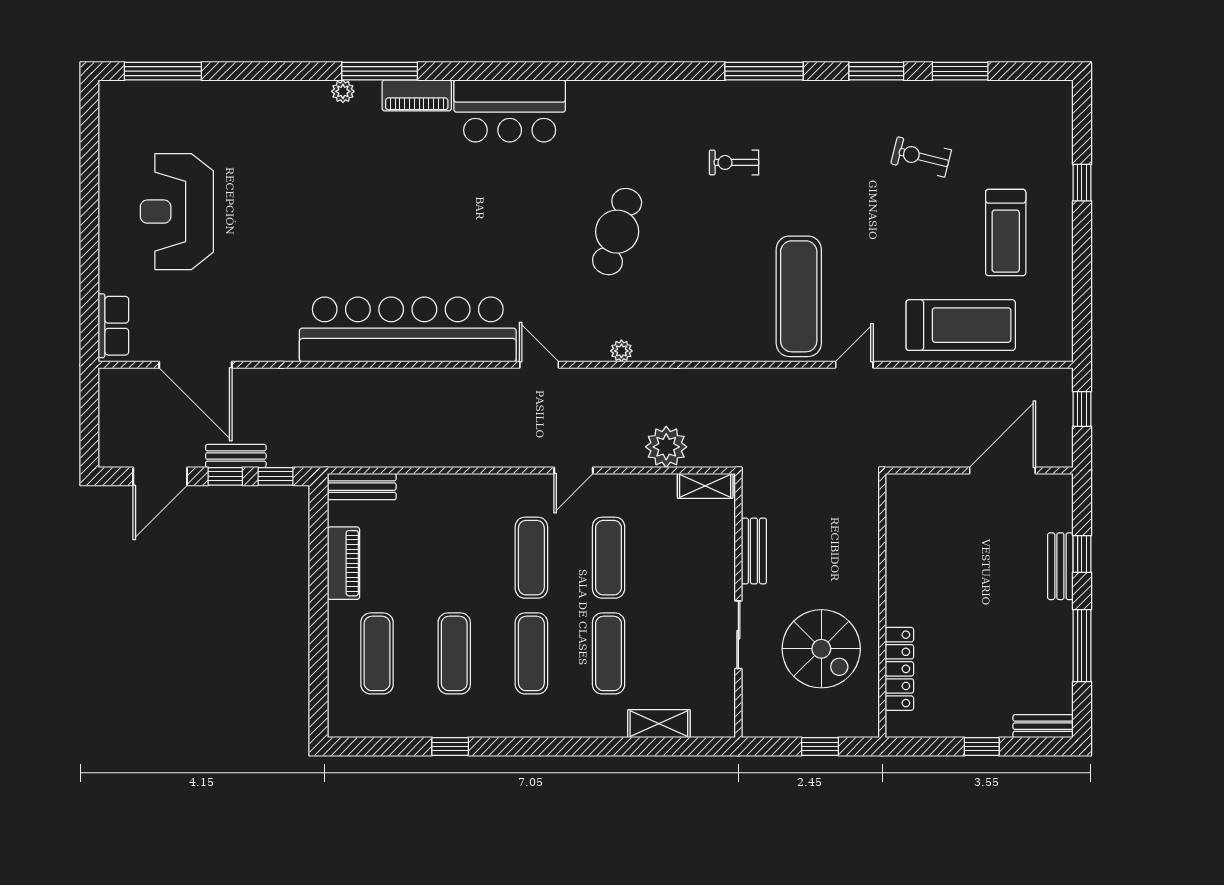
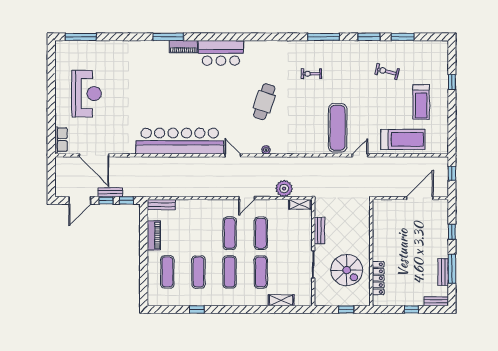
plant: (343, 91) -> (154, 45), removed
reception desk: (177, 212) -> (87, 94), turned 180
bench: (1060, 566) -> (443, 272), moved

